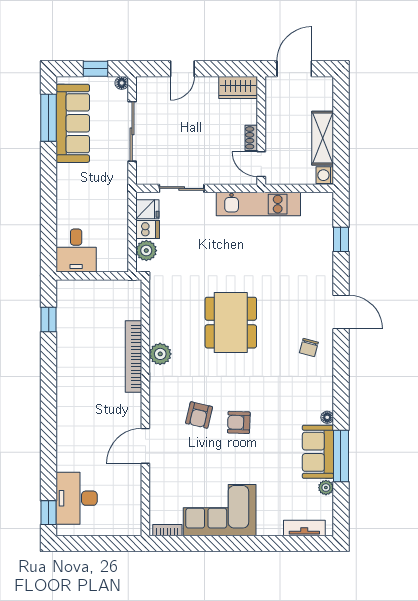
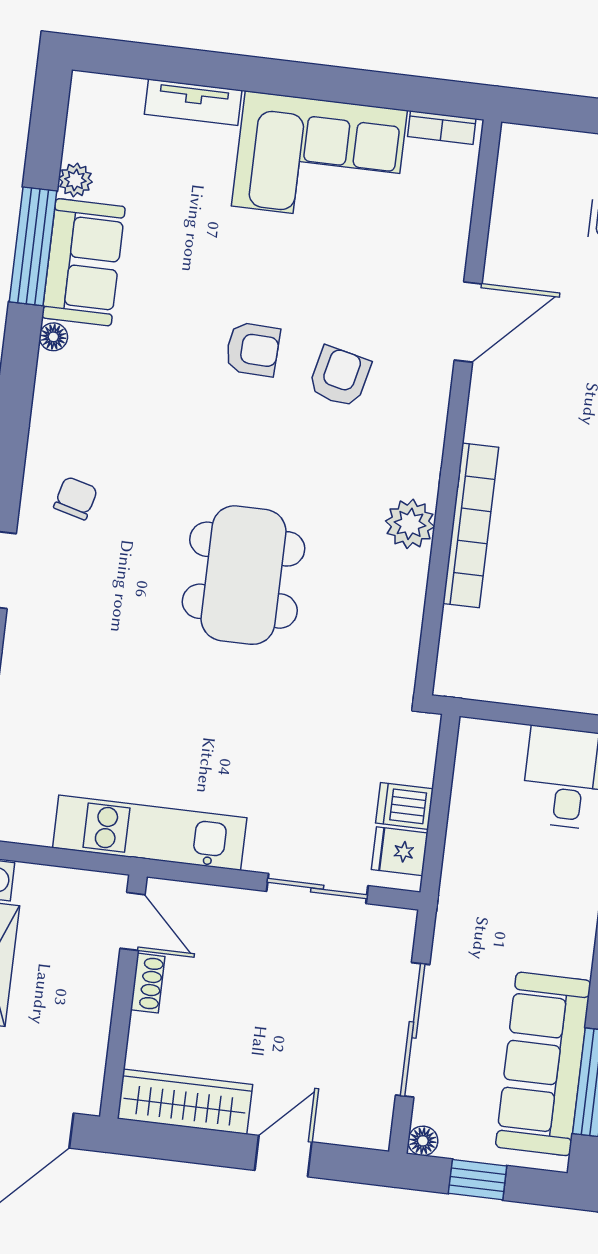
wardrobe: (238, 88) -> (185, 1102), width x1.50
plant: (146, 251) -> (413, 759), removed
tv unit: (304, 528) -> (193, 102), moved

